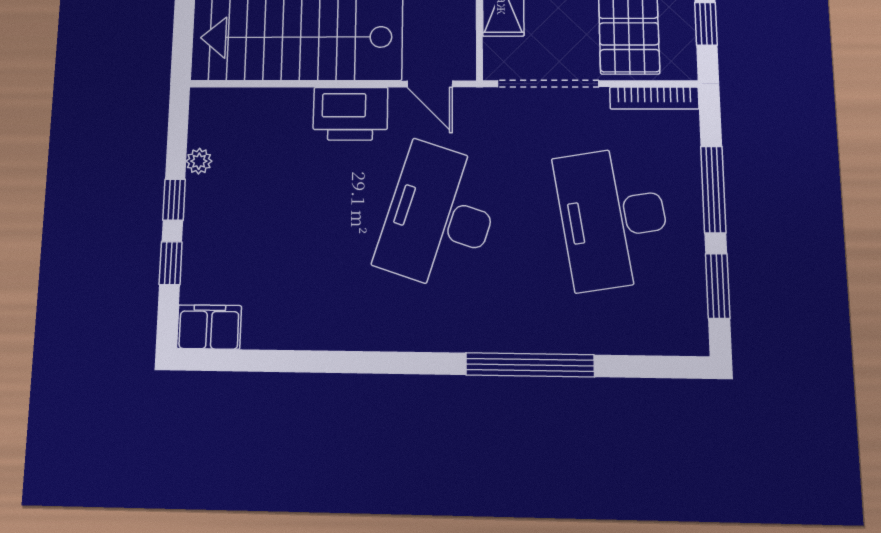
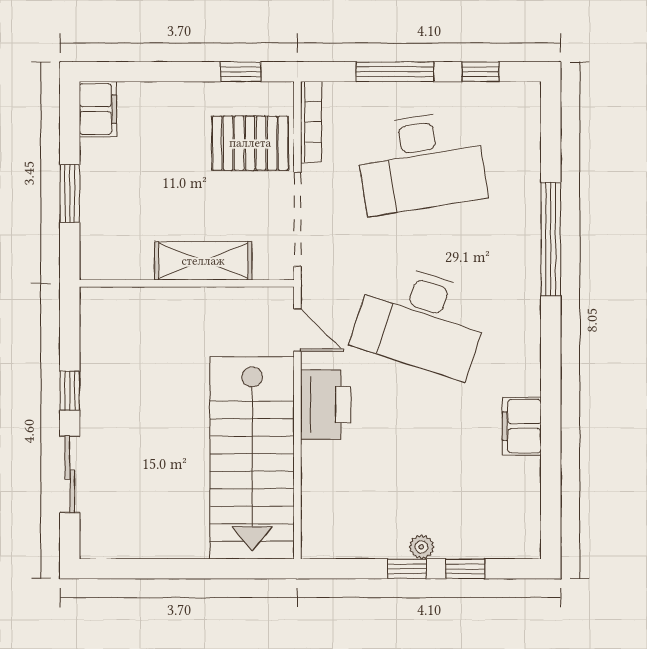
door: (430, 84) -> (297, 330), hinge flipped
plant: (199, 161) -> (421, 547), moved
window: (718, 286) -> (481, 72), width x0.67
filing cabinet: (209, 327) -> (522, 426), moved

